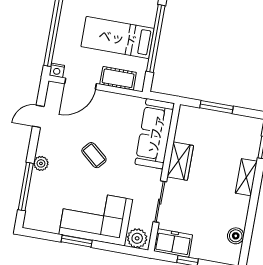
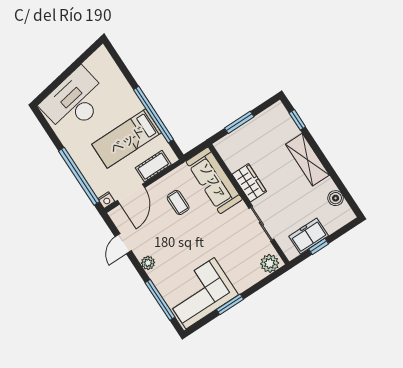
coffee table: (94, 155) -> (178, 202), moved, turned 50
plant: (41, 163) -> (148, 263), moved
shelving: (246, 177) -> (307, 160), width x1.50, depth x1.33
corner sofa: (96, 217) -> (200, 293), moved
freezer: (173, 243) -> (309, 236), moved

